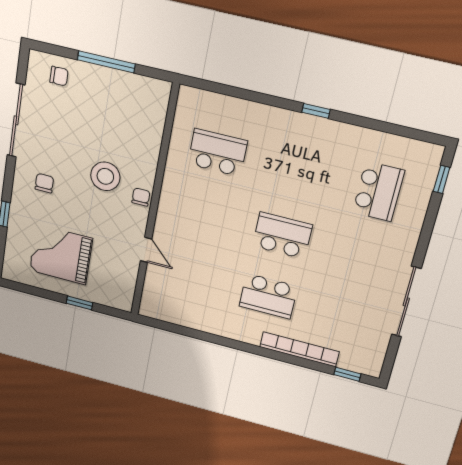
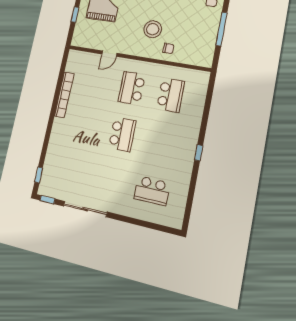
window: (442, 179) -> (47, 200), moved
chair: (141, 197) -> (168, 48), moved
school desk: (268, 296) -> (132, 88), moved
bookcase: (299, 349) -> (64, 95), moved

